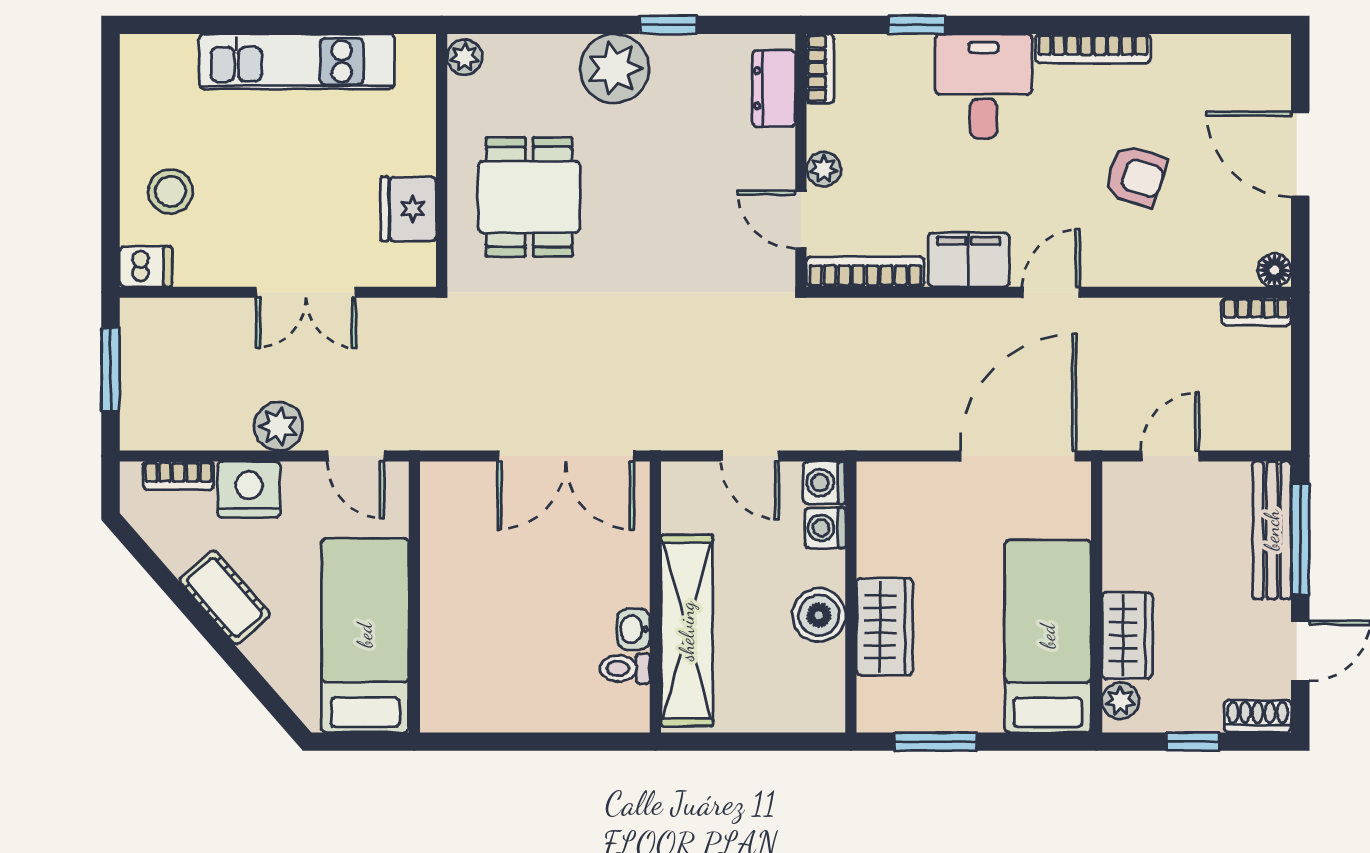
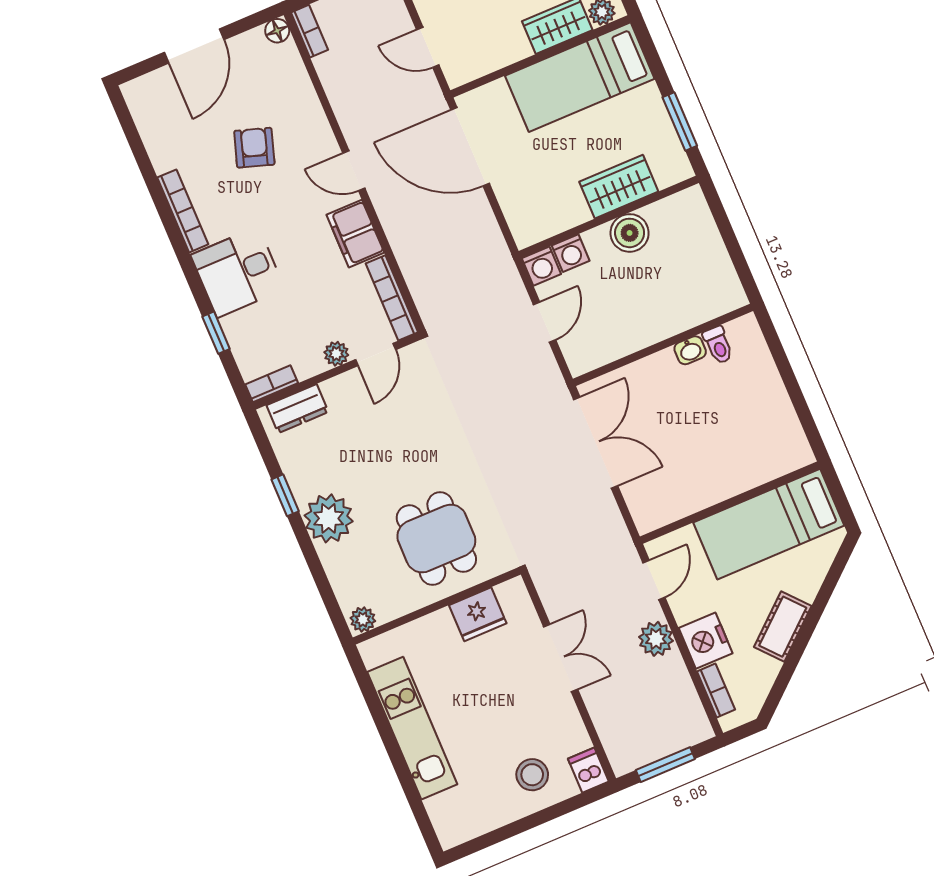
dining table: (529, 197) -> (436, 539), turned 90
shelving: (687, 631) -> (676, 315), removed

